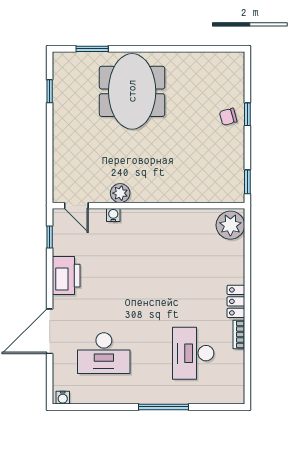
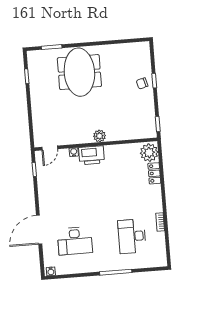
plant: (120, 193) -> (100, 136), moved
door: (76, 206) -> (50, 148), hinge flipped
printer: (66, 276) -> (92, 155), moved, turned 90
locker: (236, 301) -> (154, 173), moved

